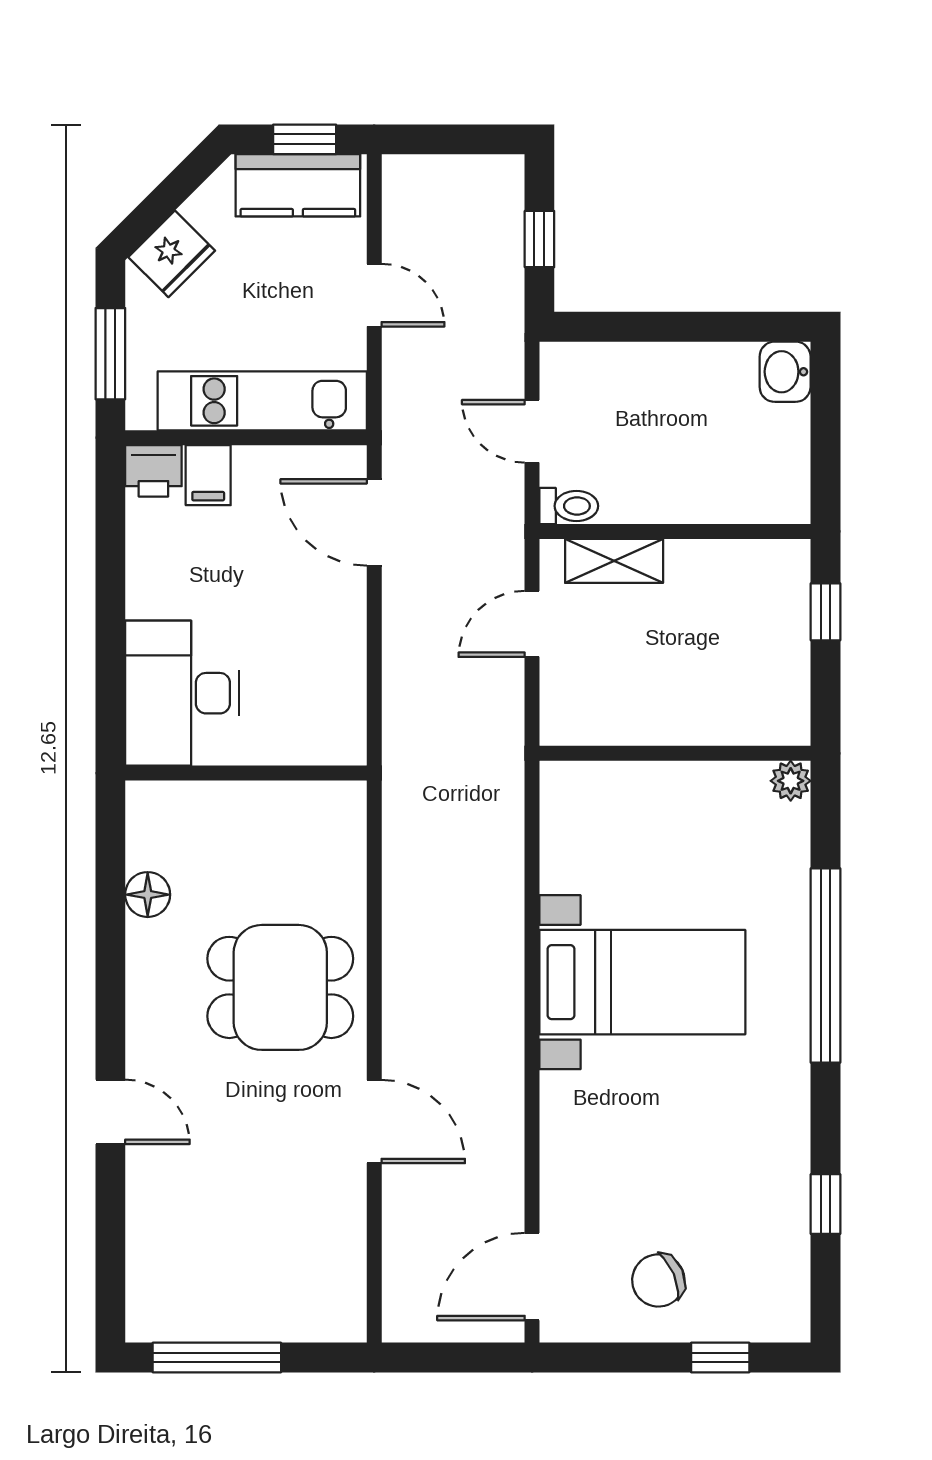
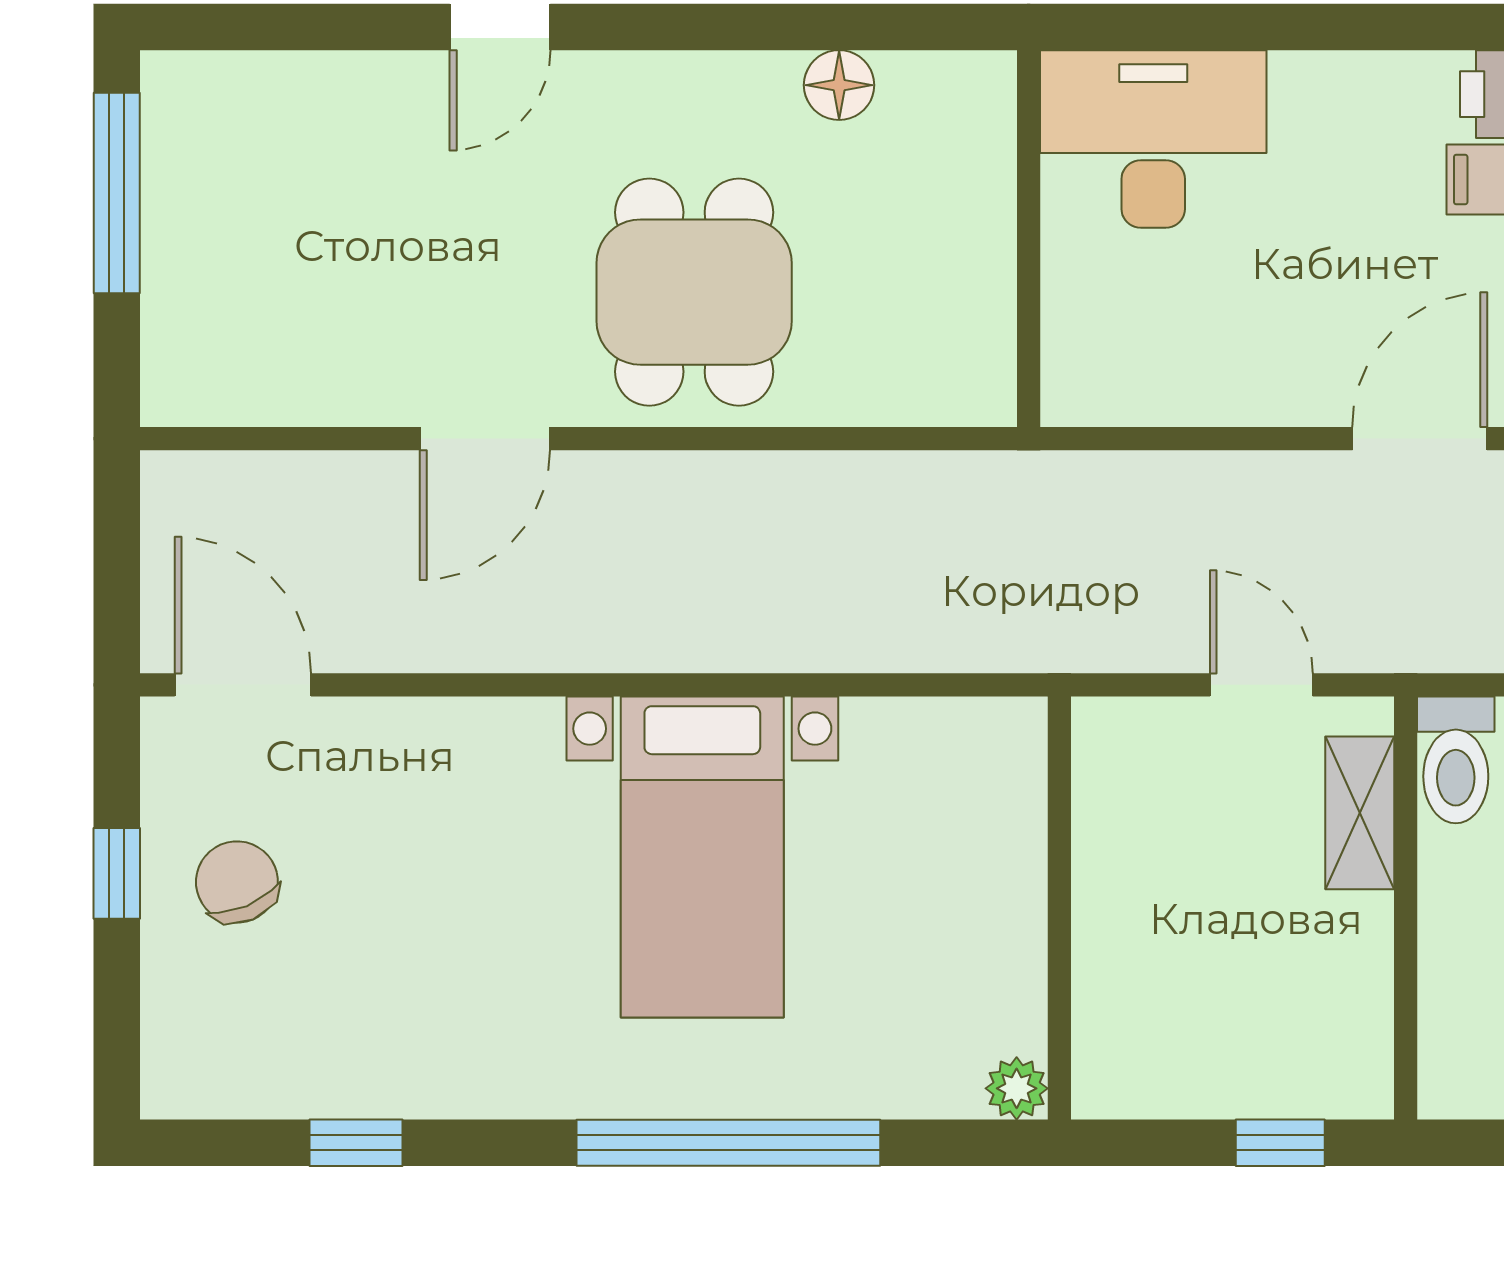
toilet: (569, 506) -> (1456, 760), width x1.37, depth x1.39
window: (720, 1357) -> (117, 873), moved

